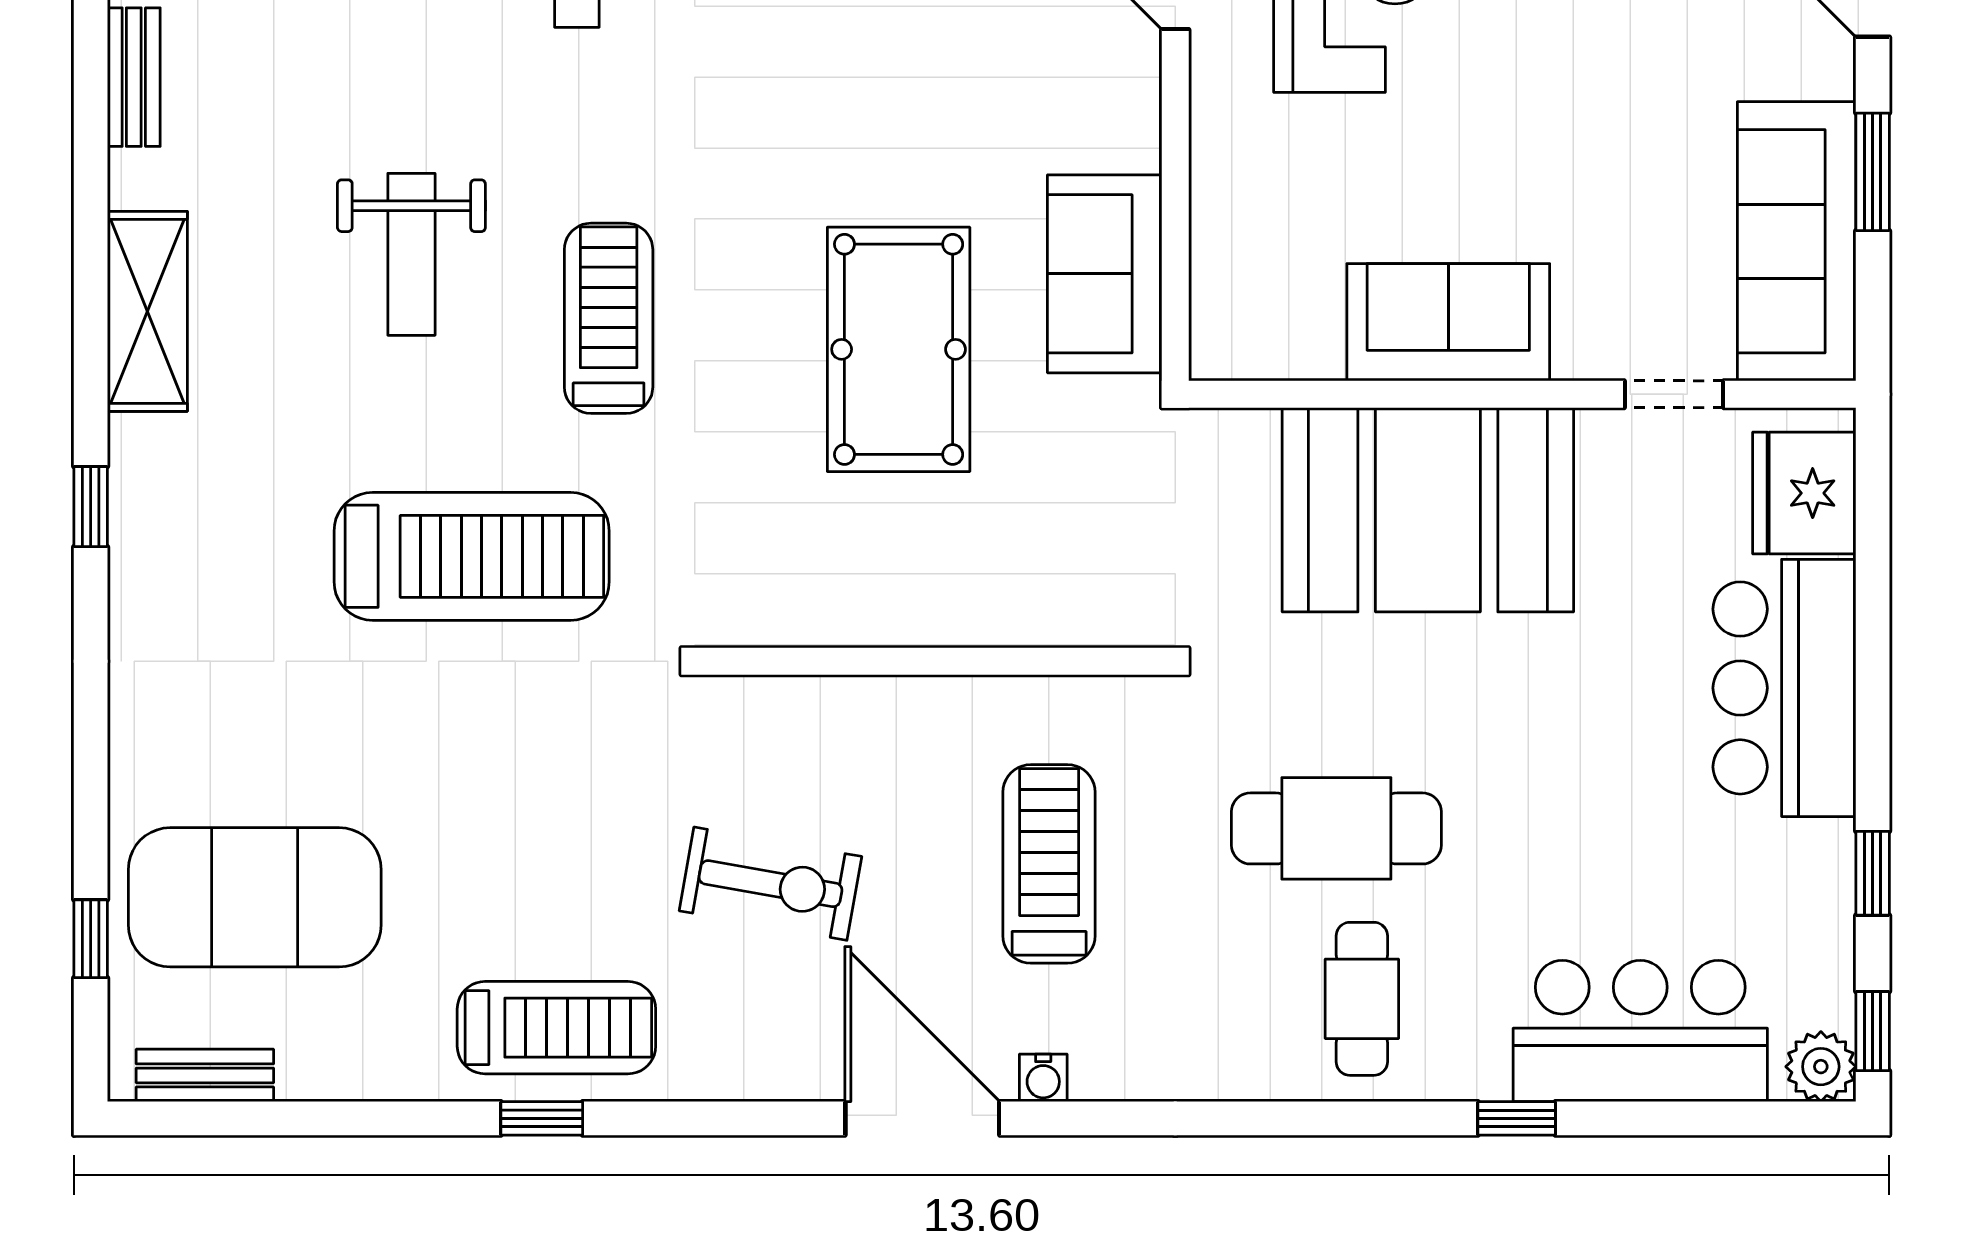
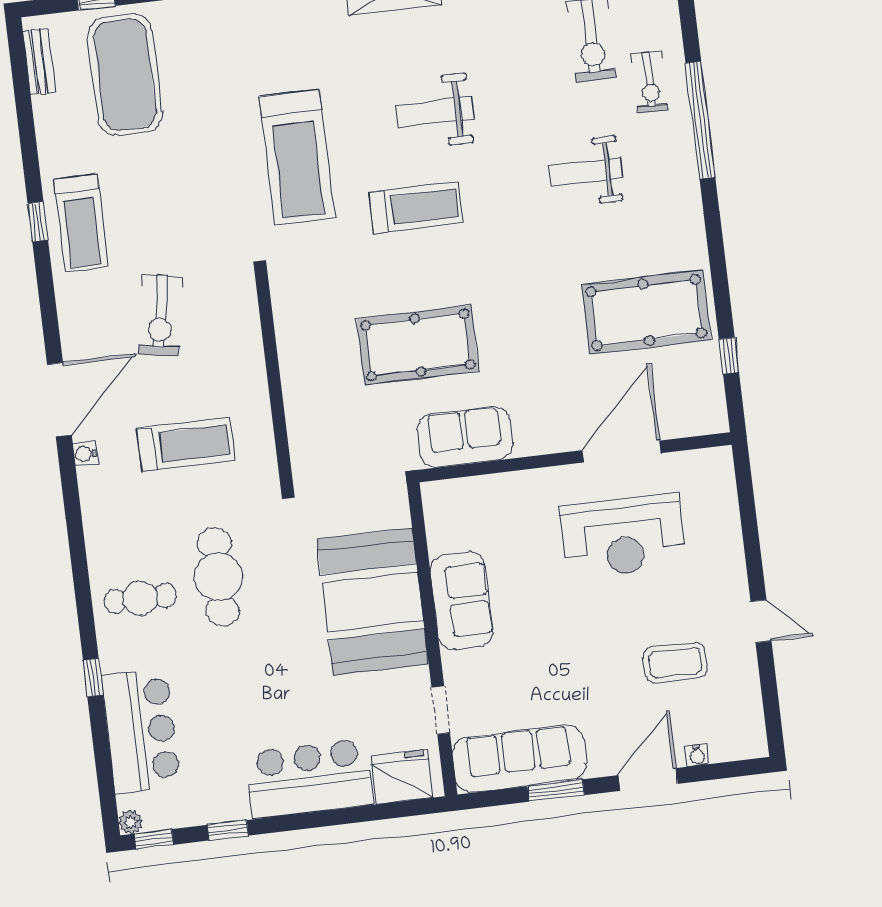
plant: (1821, 1067) -> (131, 822), width x0.73, depth x0.73

